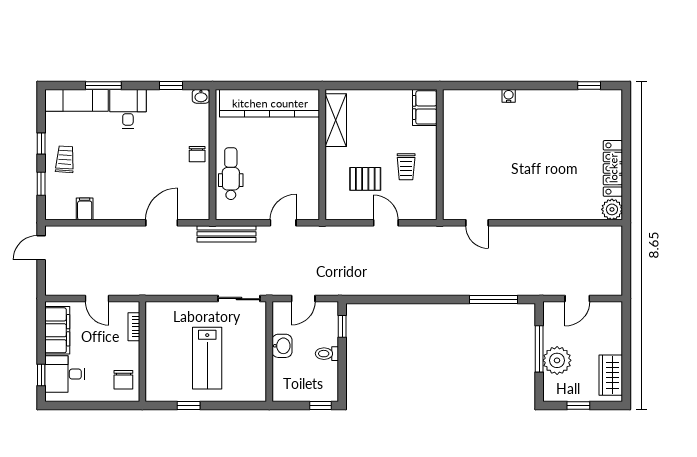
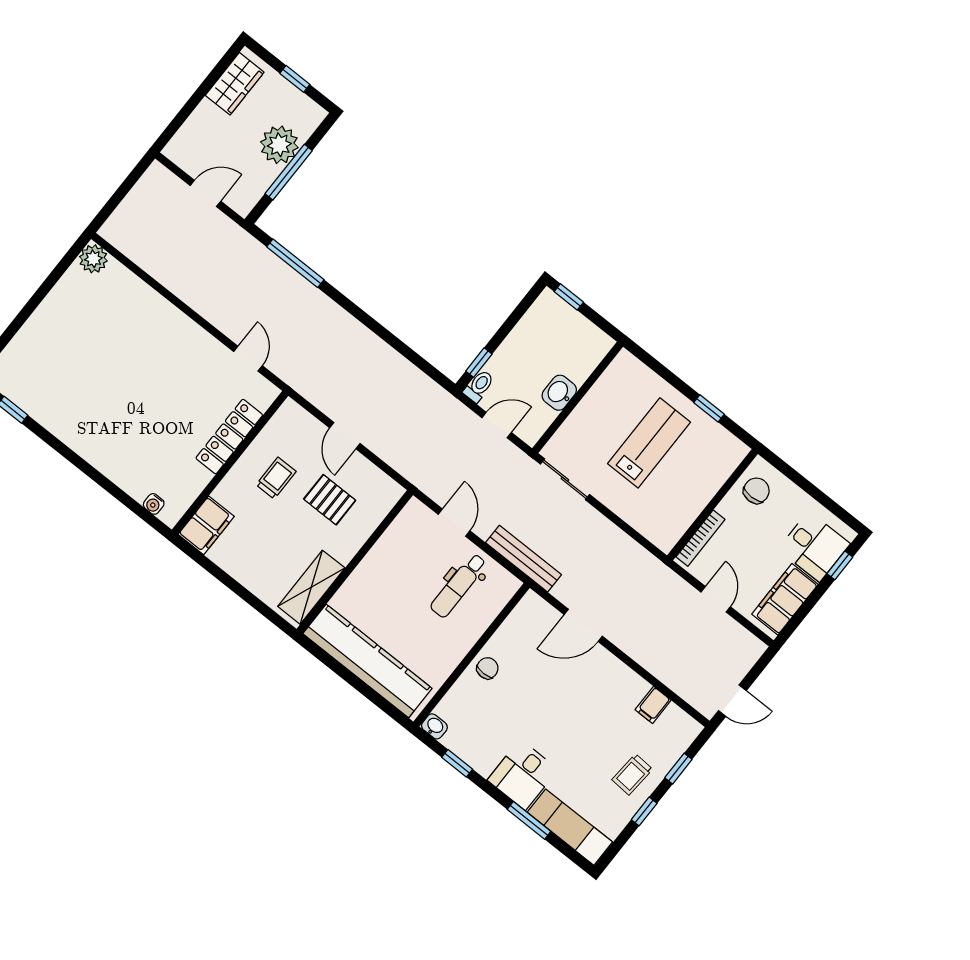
water cooler: (509, 96) -> (154, 504), moved
locker: (613, 168) -> (229, 437), moved, turned 180
dental chair: (231, 174) -> (458, 586), moved
door: (283, 223) -> (454, 523), swing flipped
bookcase: (134, 327) -> (701, 538), width x1.56
toilet: (327, 354) -> (479, 386), moved, turned -90

